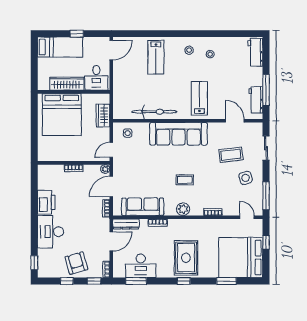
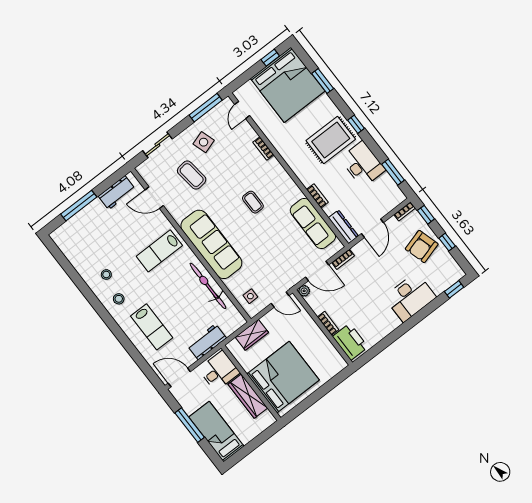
window: (77, 34) -> (190, 425), width x2.17
workbench: (255, 52) -> (207, 342), moved, turned 180
lab bench: (156, 57) -> (152, 327), turned 90
window: (266, 90) -> (79, 206), moved
door: (235, 121) -> (154, 198), hinge flipped
printer: (46, 202) -> (350, 342), moved, turned 90
plant: (183, 209) -> (284, 181), removed
door: (111, 241) -> (372, 228), swing flipped
window: (266, 242) -> (270, 58), moved
desk: (141, 266) -> (362, 164), moved

